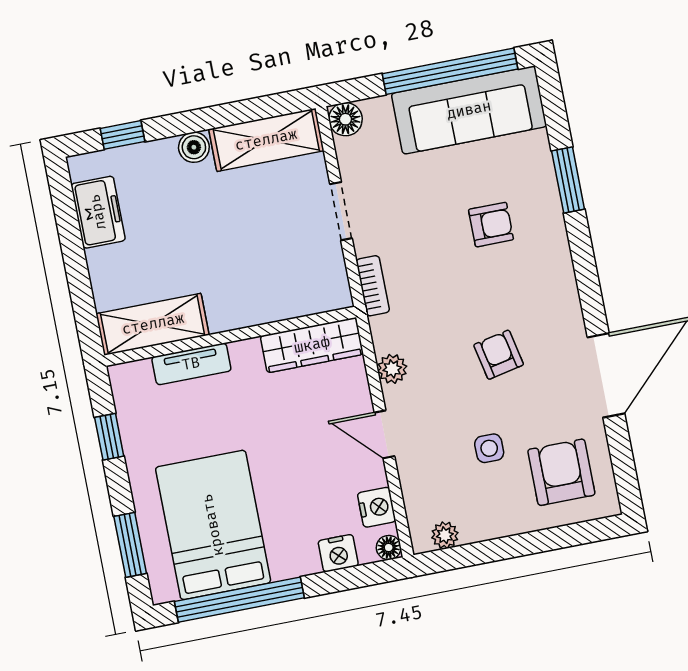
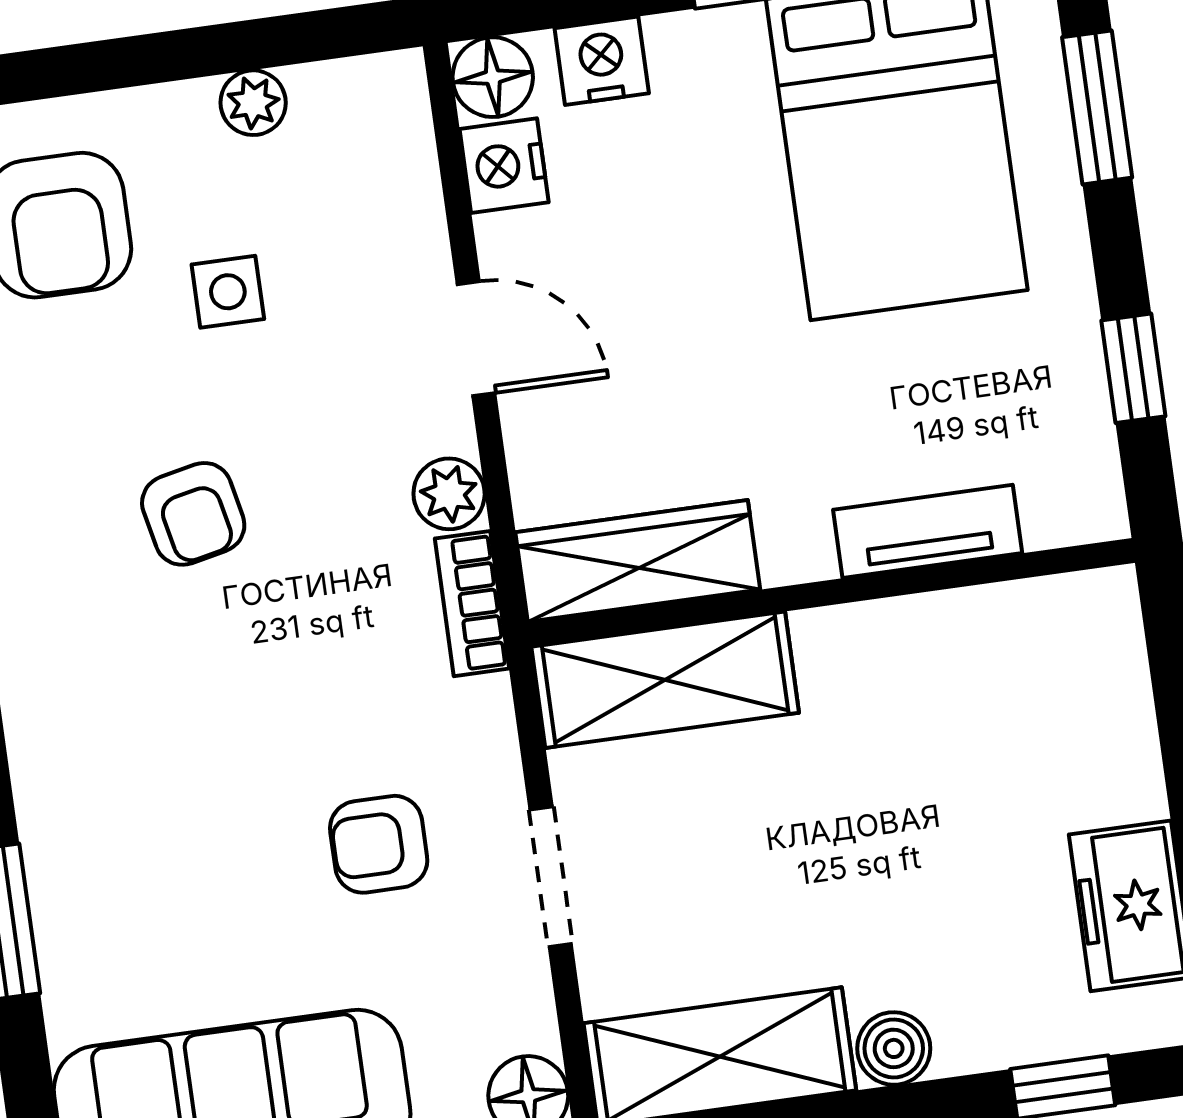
armchair: (491, 225) -> (379, 844), moved
bookcase: (373, 286) -> (472, 604), moved
shelving: (153, 324) -> (665, 680), moved
plant: (445, 535) -> (253, 103), moved
floor lamp: (389, 548) -> (493, 77), width x1.37, depth x1.37

